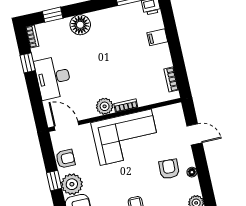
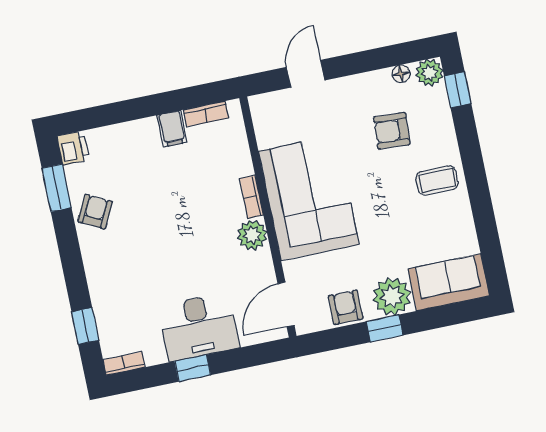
armchair: (116, 19) -> (95, 212), added
floor lamp: (80, 25) -> (104, 276), removed
filing cabinet: (157, 37) -> (172, 129), moved
window: (28, 63) -> (193, 368), moved
armchair: (169, 169) -> (392, 131), moved
floor lamp: (192, 172) -> (401, 74), moved

